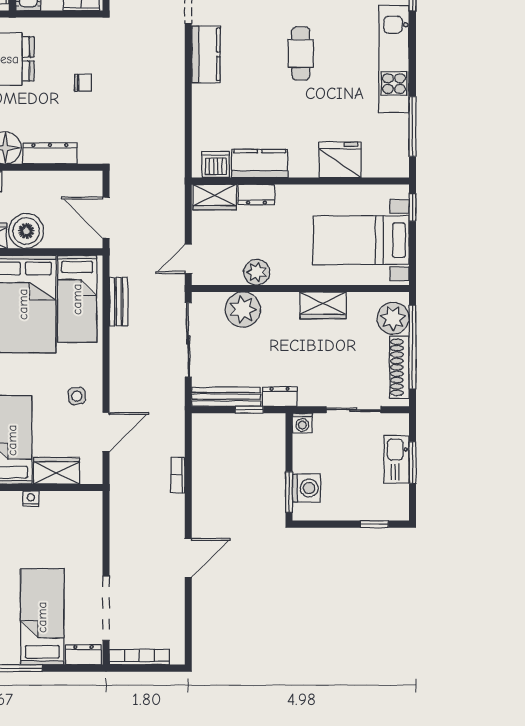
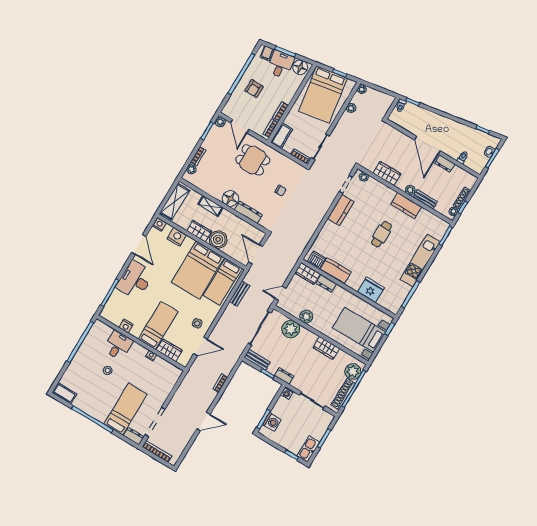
bench: (226, 397) -> (257, 360), width x0.73
kitchen sink: (396, 459) -> (308, 449), moved

